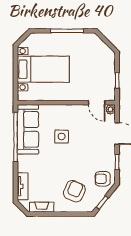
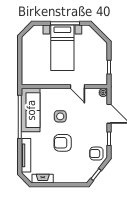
bed with nightstands: (43, 69) -> (62, 48), moved, turned 90
door: (97, 103) -> (78, 87), moved
tv unit: (23, 186) -> (26, 155), width x1.41
armchair: (74, 191) -> (63, 143), moved, turned -113

